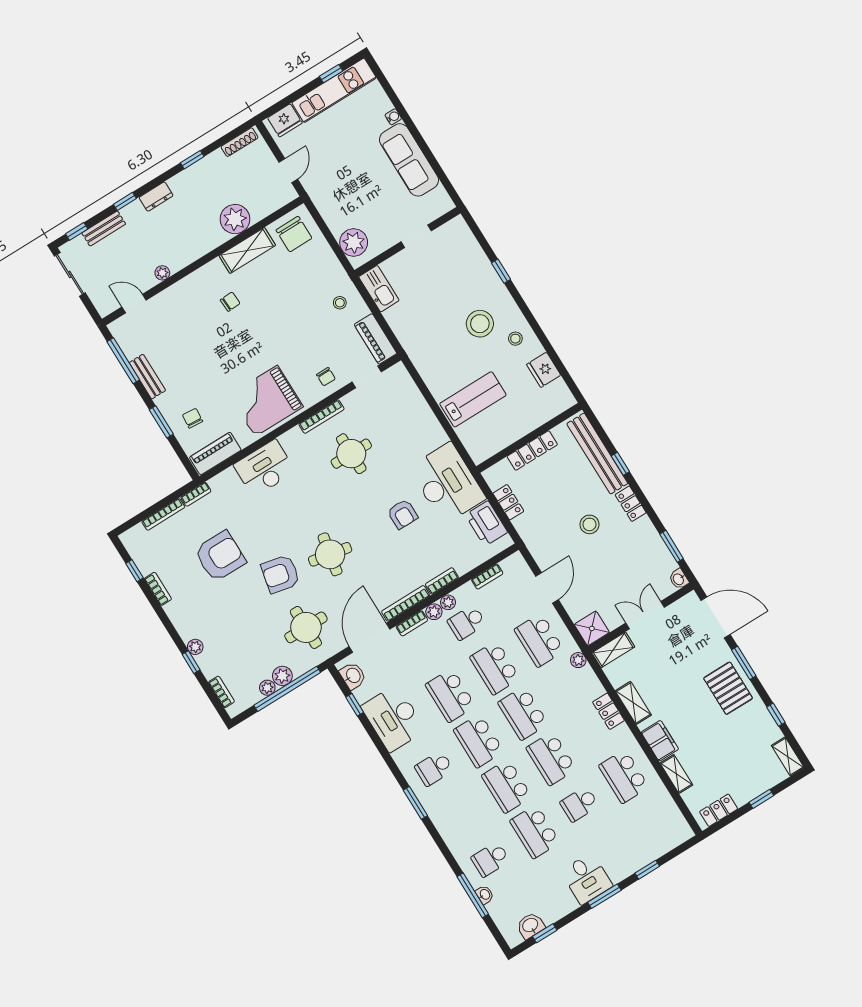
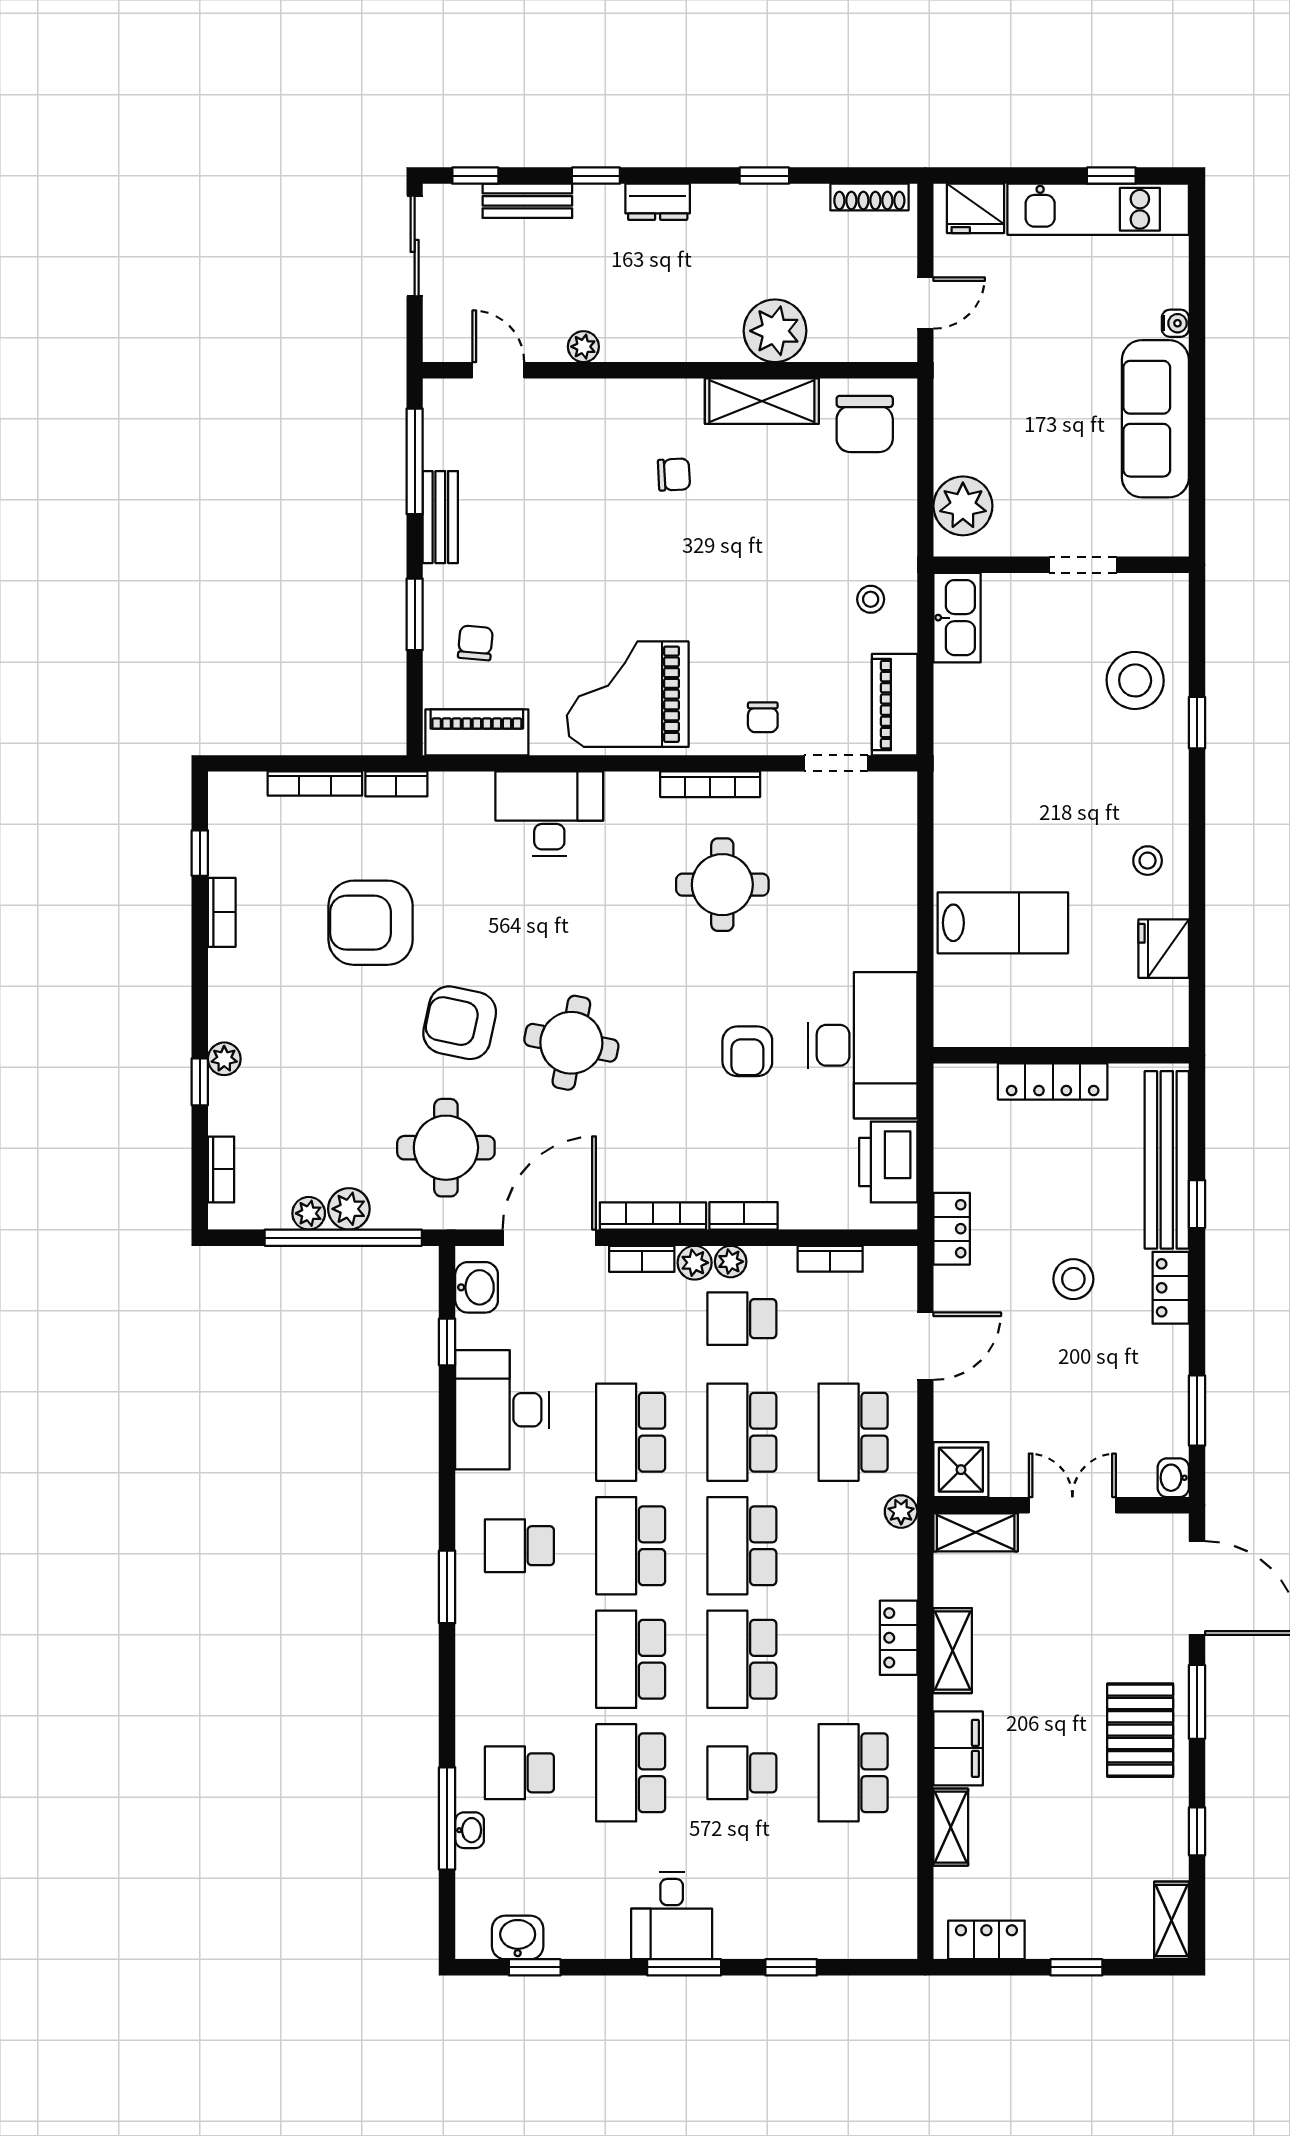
stool: (480, 324) -> (1135, 680), moved
locker: (508, 502) -> (952, 1229), moved
armchair: (220, 556) -> (371, 923), turned 180

